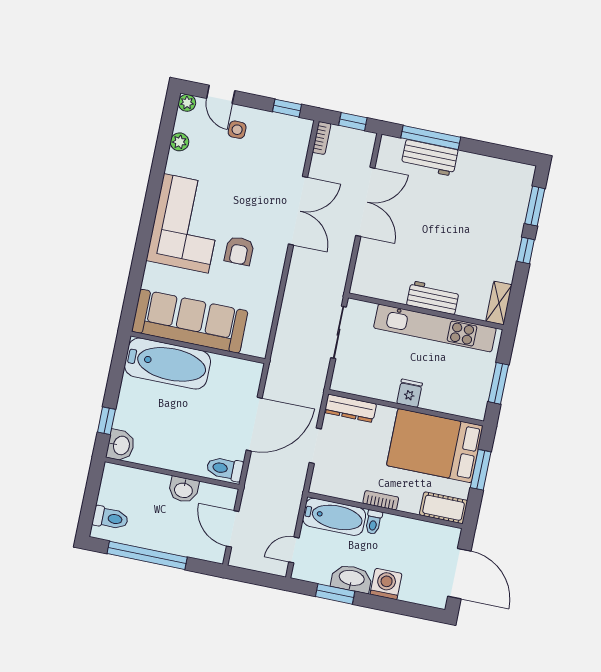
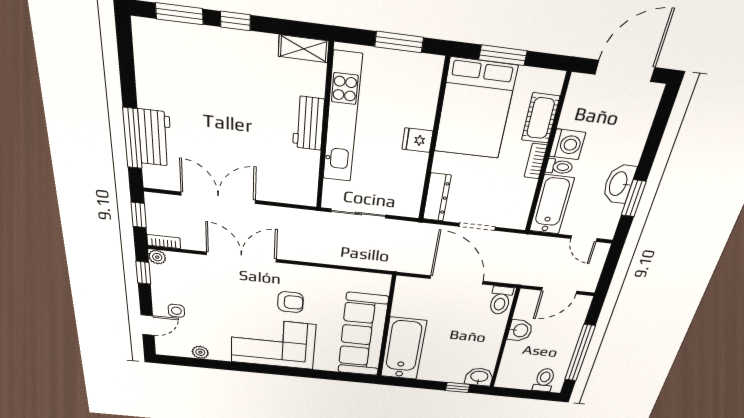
plant: (187, 103) -> (157, 257), moved
cot: (444, 508) -> (541, 118), moved
washing machine: (386, 584) -> (567, 144), moved, turned 180

